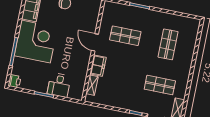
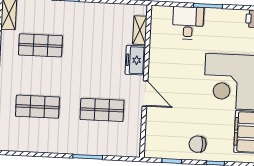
shop shelf: (168, 44) -> (37, 107), turned 90

